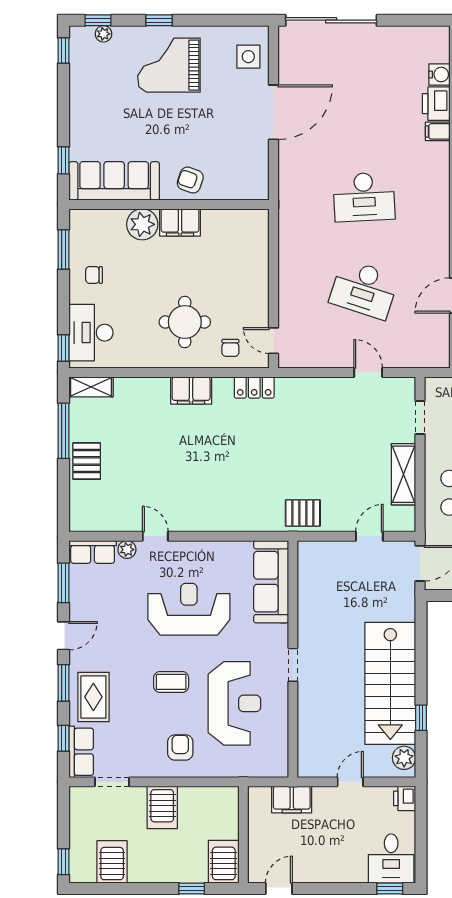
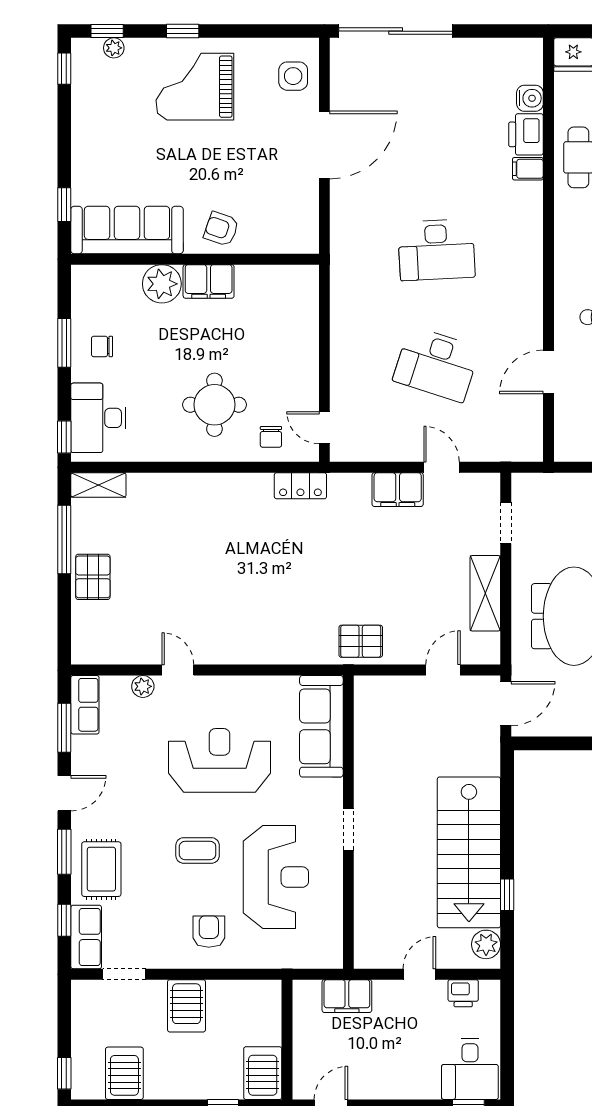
window: (63, 250) -> (64, 343), moved
filing cabinet: (191, 391) -> (398, 490), moved
row of seats: (93, 552) -> (85, 705), moved, turned -90
printer: (405, 798) -> (463, 993), moved, turned -90

